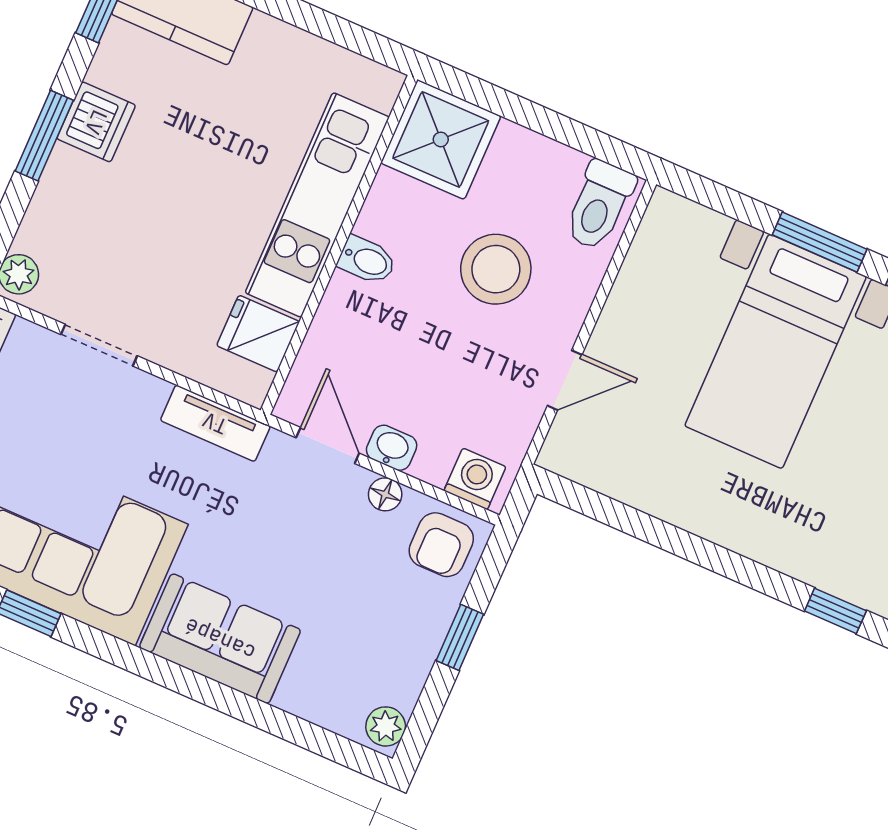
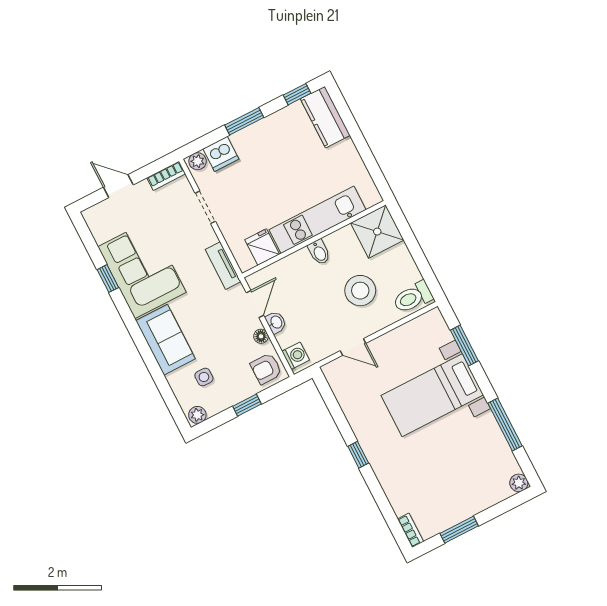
dishwasher: (96, 122) -> (221, 154), moved
window: (820, 242) -> (464, 345), moved
window: (835, 611) -> (358, 455), moved
side table: (342, 649) -> (204, 377), added

